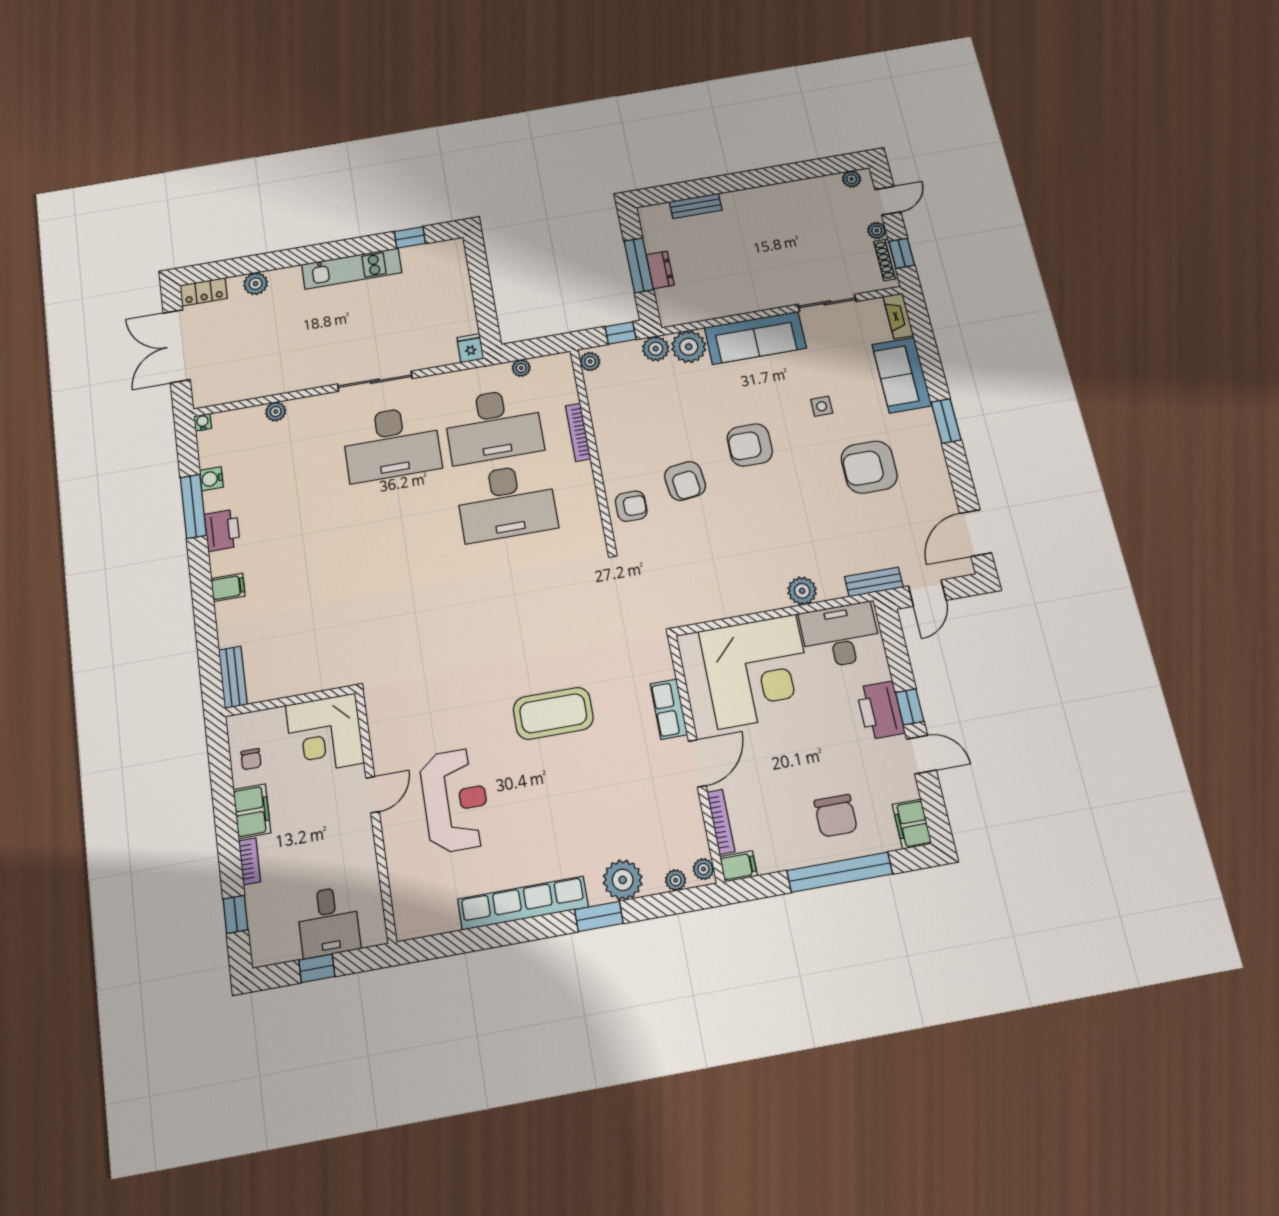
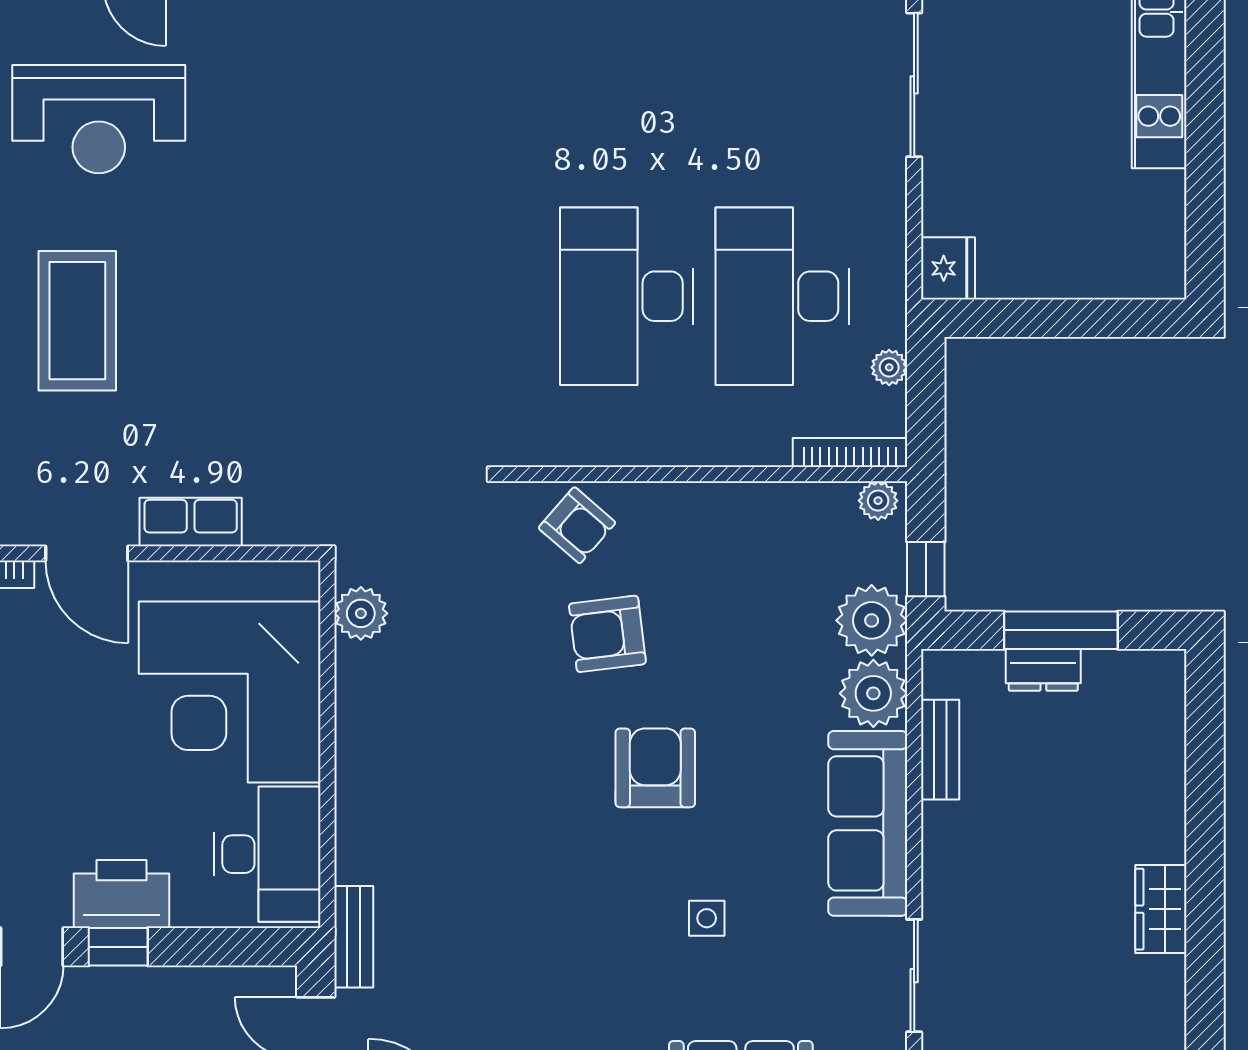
wardrobe: (767, 197) -> (1161, 909), added
bench: (696, 206) -> (940, 750), moved
window: (410, 237) -> (1205, 195), removed
fridge: (470, 348) -> (948, 268), width x1.38
plant: (656, 349) -> (872, 620), width x1.36, depth x1.36
bookcase: (578, 432) -> (850, 453), moved
desk: (392, 443) -> (782, 99), removed
armchair: (869, 467) -> (571, 979), removed
armchair: (631, 506) -> (577, 525), turned -49
plant: (802, 591) -> (361, 613), moved
coffee table: (553, 713) -> (77, 321), moved

